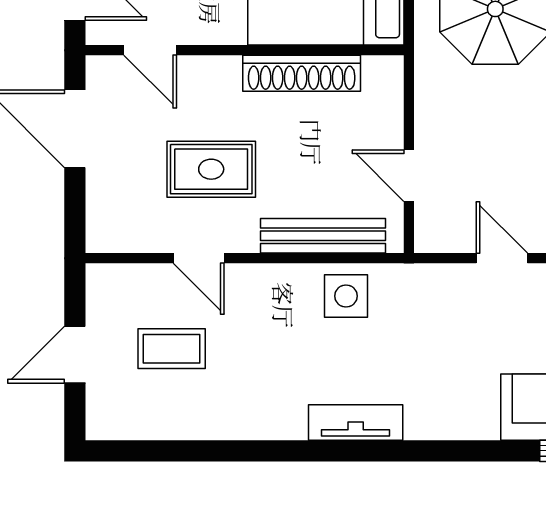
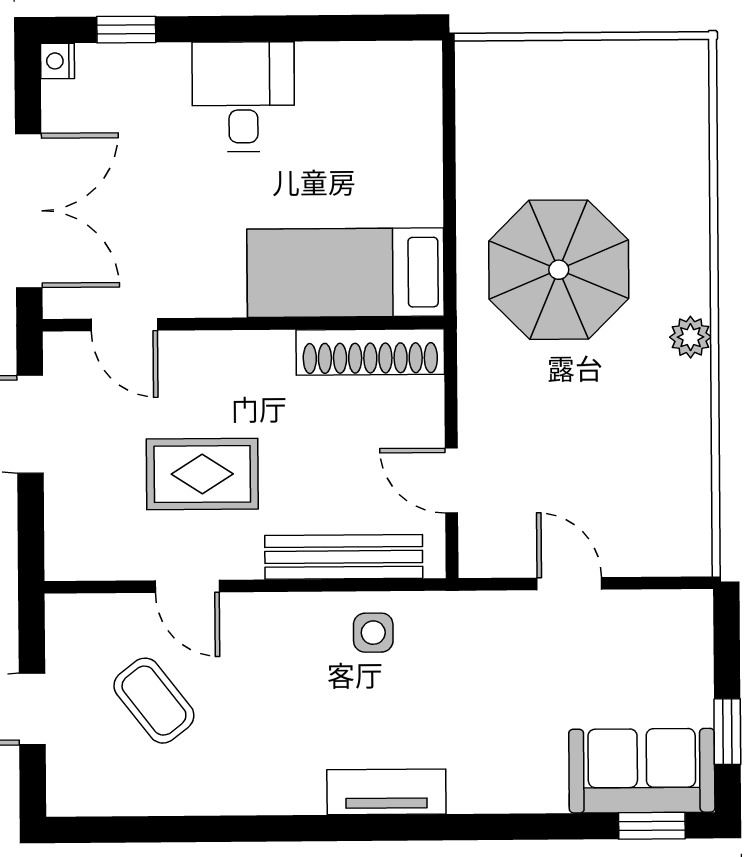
shoe rack: (302, 73) -> (370, 352), moved
side table: (346, 296) -> (373, 633), width x0.73, depth x0.73
coffee table: (172, 349) -> (154, 701), turned 52

